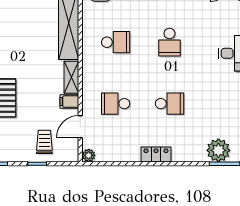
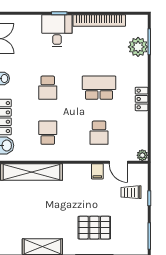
school desk: (169, 42) -> (48, 88), turned 90
shelving: (71, 77) -> (77, 170), removed
school desk: (169, 104) -> (99, 88), width x1.85

